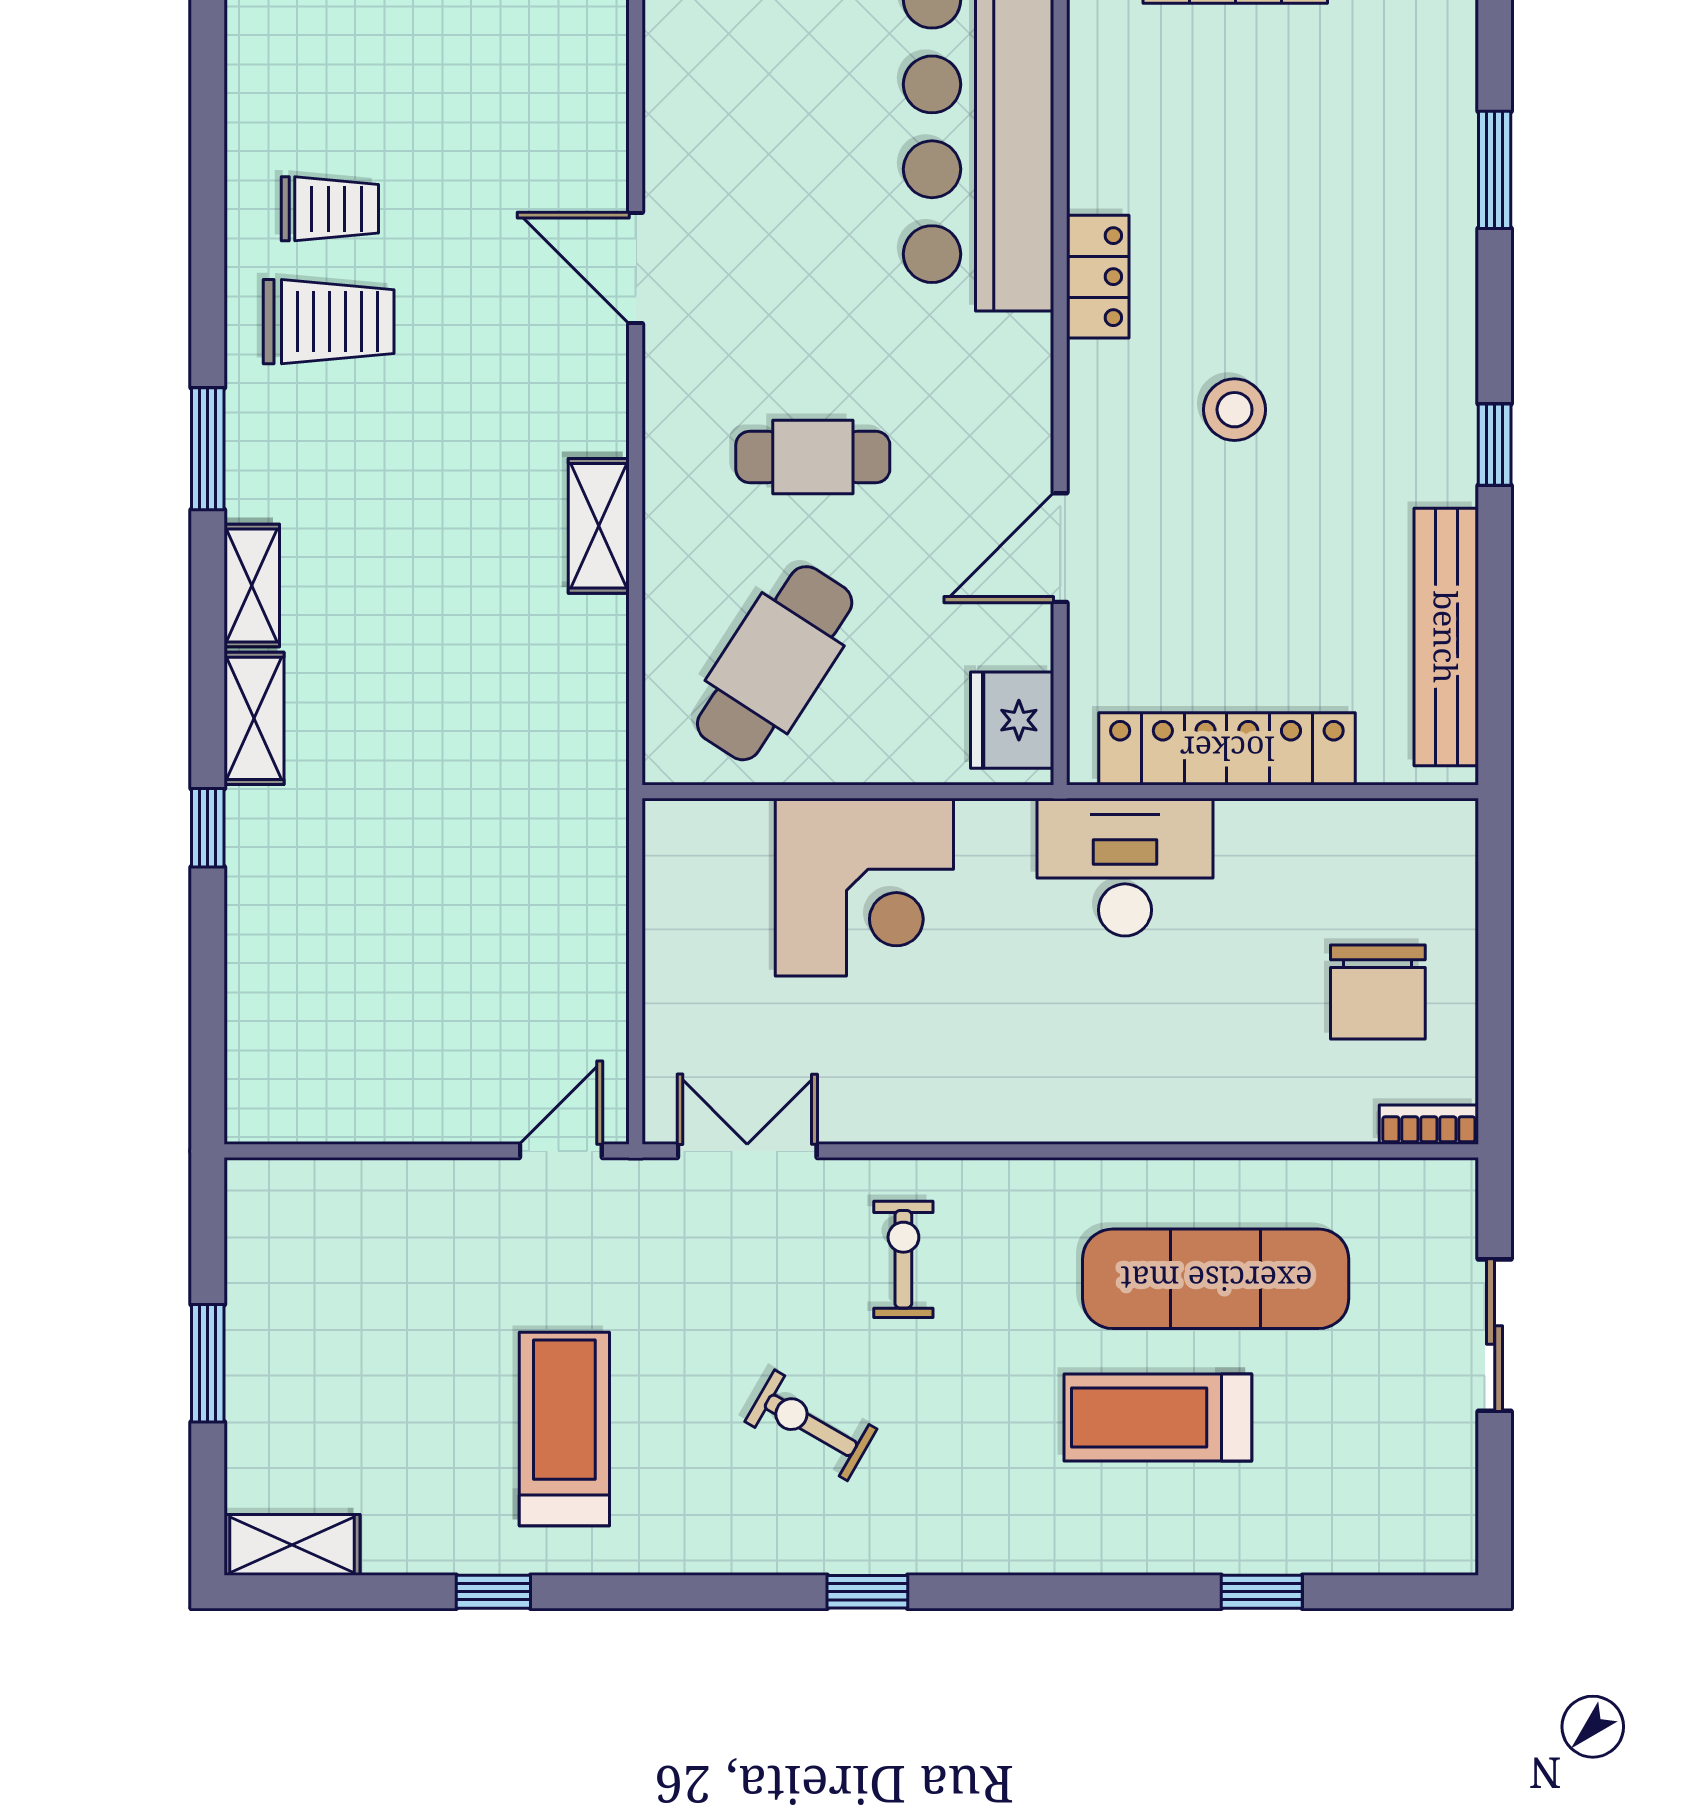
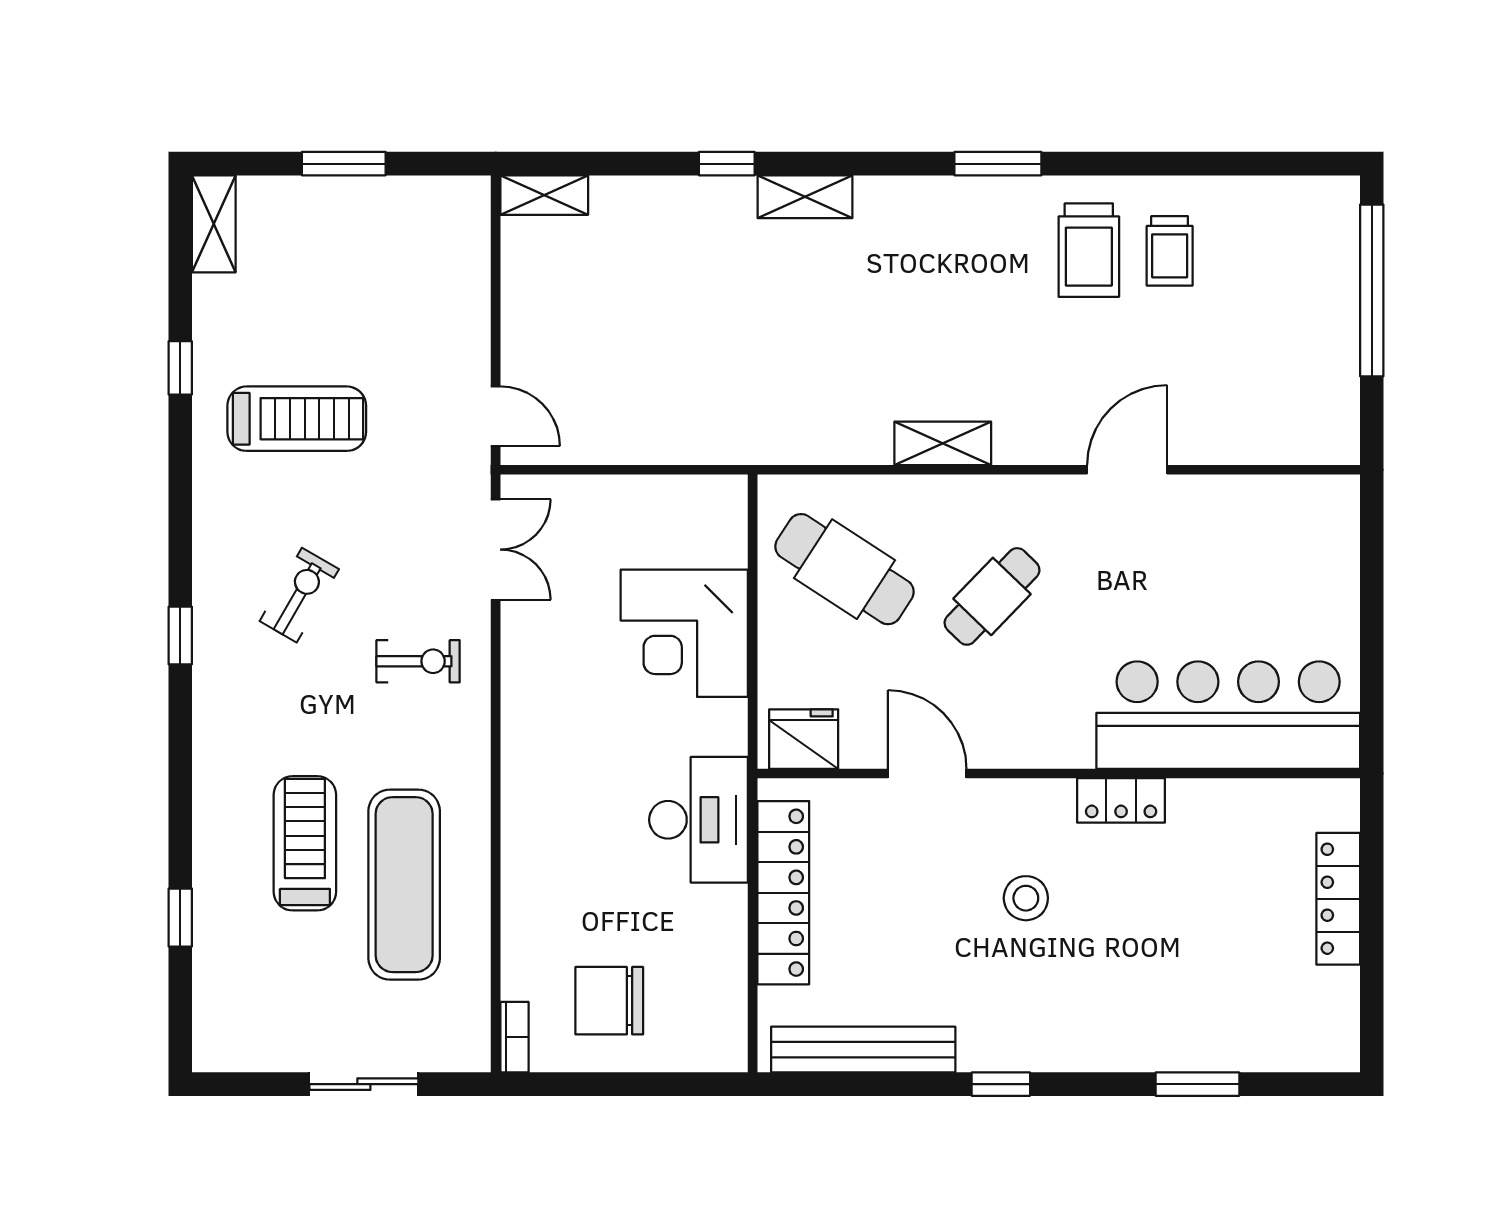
cafe table: (813, 457) -> (992, 596), turned 44
shelving: (252, 586) -> (544, 195), moved

